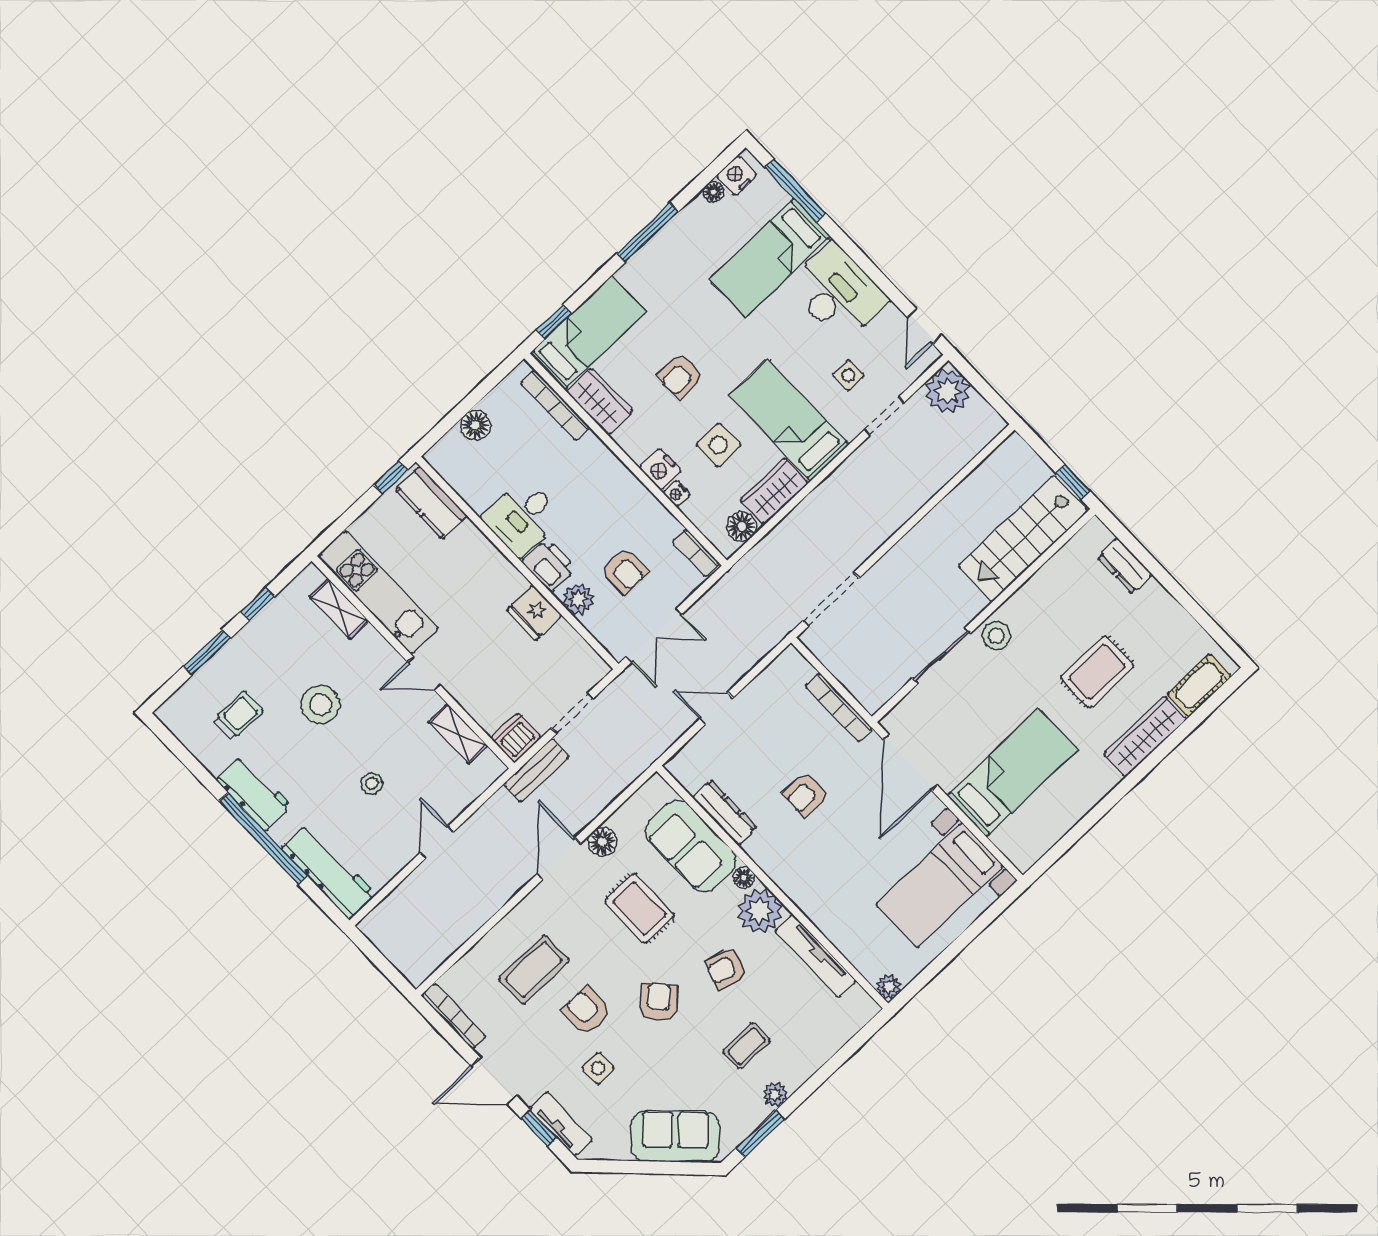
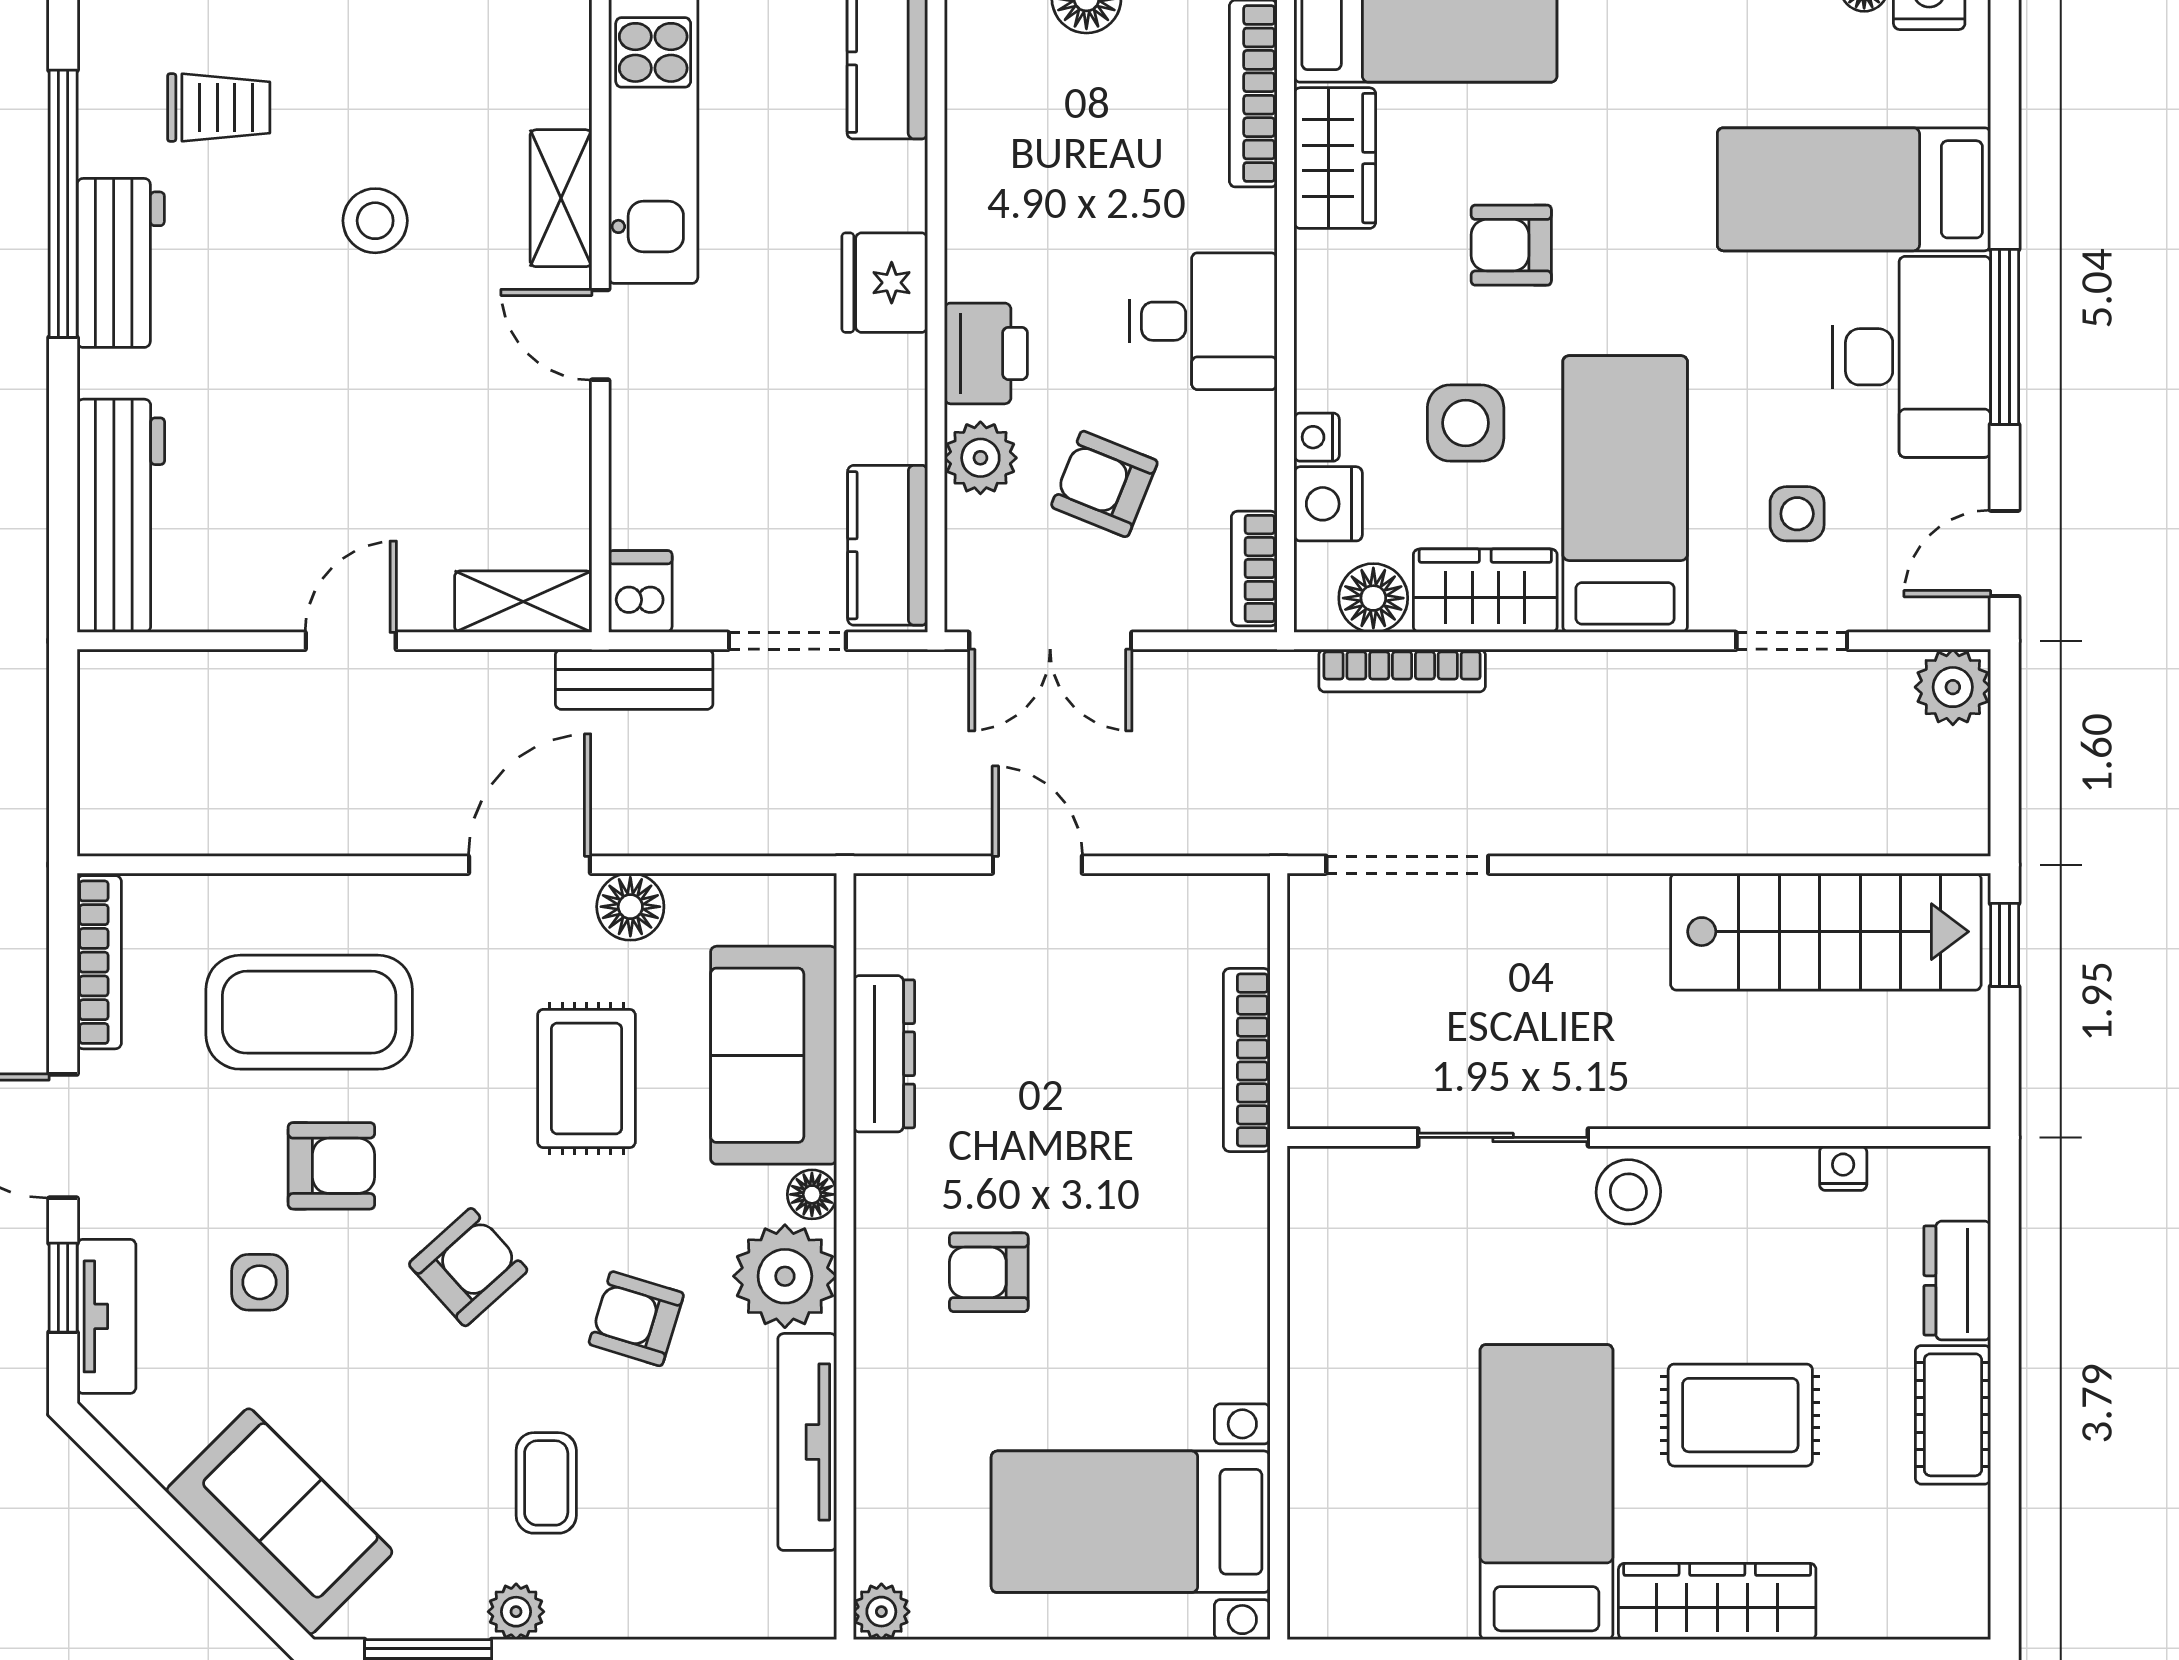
window: (795, 190) -> (2005, 337), moved
plant: (948, 391) -> (1953, 687), width x0.73, depth x0.73
nightstand: (660, 469) -> (1328, 504), moved
window: (1073, 482) -> (2005, 945), moved
desk: (522, 517) -> (1203, 321), moved, turned 180
stairs: (1023, 538) -> (1826, 932), moved, turned 180
bookcase: (772, 541) -> (1402, 671), added
nightstand: (1056, 565) -> (1843, 1168), added
armchair: (624, 571) -> (1104, 484), turned 112
shelving: (339, 609) -> (561, 198), moved
fridge: (534, 613) -> (885, 283), moved
kitchen counter: (575, 654) -> (888, 545), added
cot: (1199, 685) -> (1953, 1415), moved, turned 90
stool: (320, 705) -> (375, 221), width x0.73, depth x0.73
shelving: (458, 734) -> (523, 602), moved, turned 90
dishwasher: (516, 738) -> (640, 592), width x0.73
door: (910, 762) -> (1279, 1267), removed
bed: (1012, 773) -> (1546, 1492), moved, turned -90
stool: (372, 784) -> (335, 437), removed
armchair: (805, 794) -> (989, 1272), moved
window: (263, 838) -> (63, 204), moved
coffee table: (534, 970) -> (309, 1012), width x1.36, depth x1.32
armchair: (586, 1011) -> (331, 1166), turned 90
coffee table: (747, 1046) -> (546, 1483), turned 90

